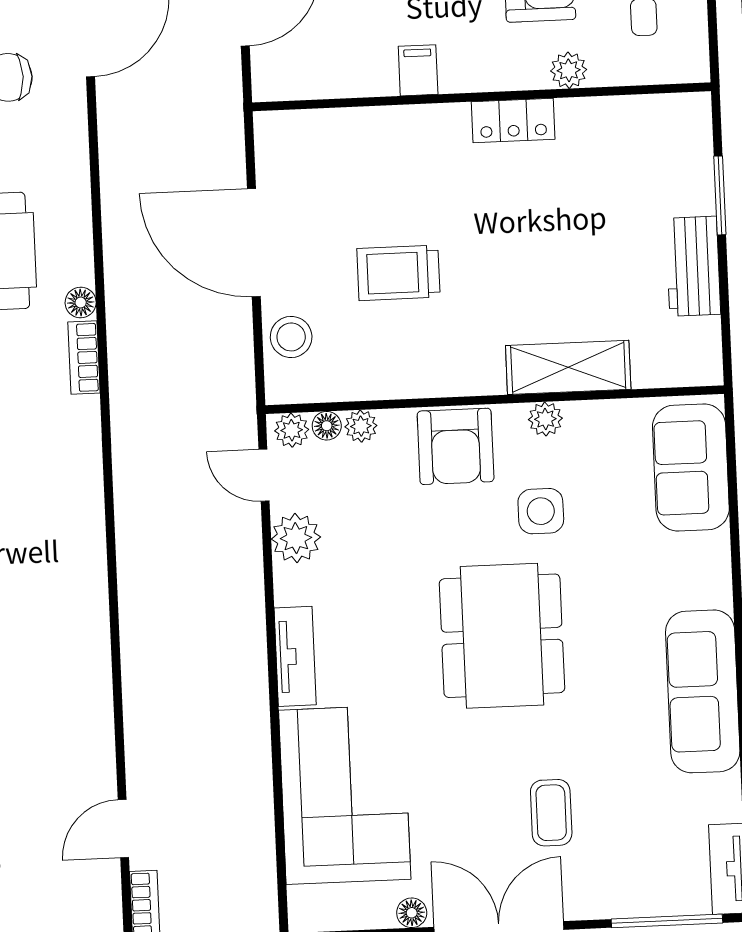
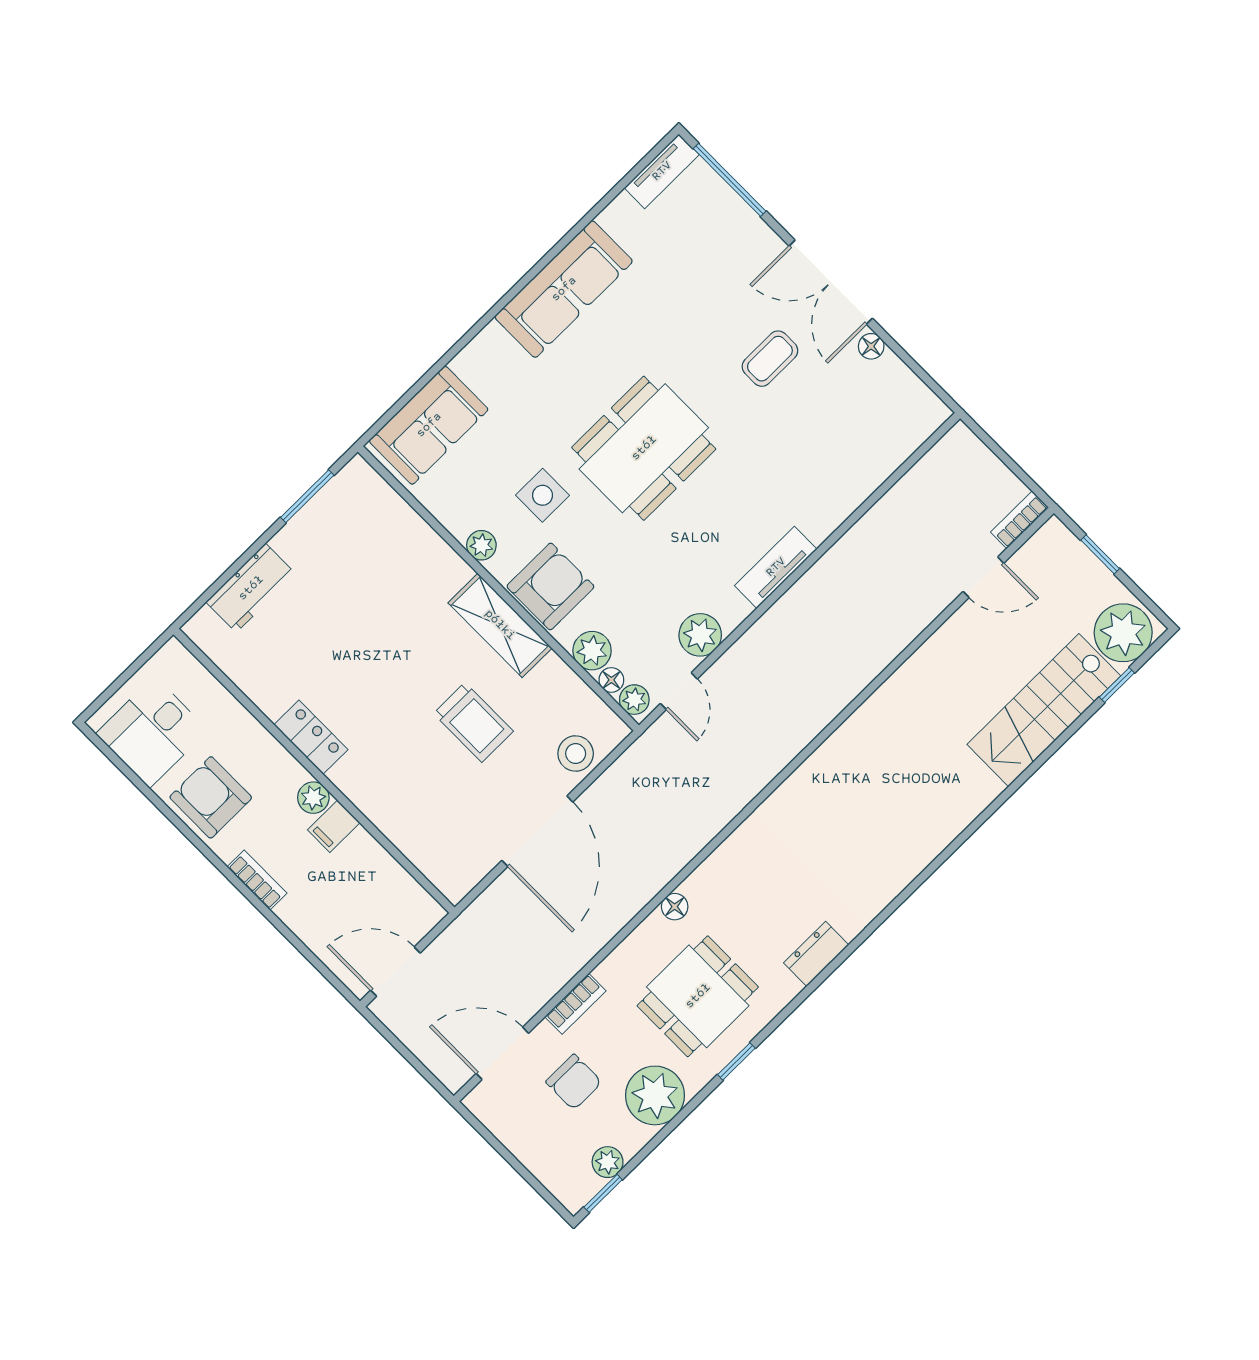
plant: (569, 70) -> (313, 798), moved
window: (720, 195) -> (307, 496), moved
workbench: (693, 266) -> (251, 588), moved
bookcase: (84, 358) -> (575, 1004), moved
shelving: (568, 367) -> (500, 625), moved
plant: (361, 426) -> (592, 651), width x1.38, depth x1.38
corner sofa: (345, 795) -> (835, 457), removed
coffee table: (551, 813) -> (770, 359), moved

